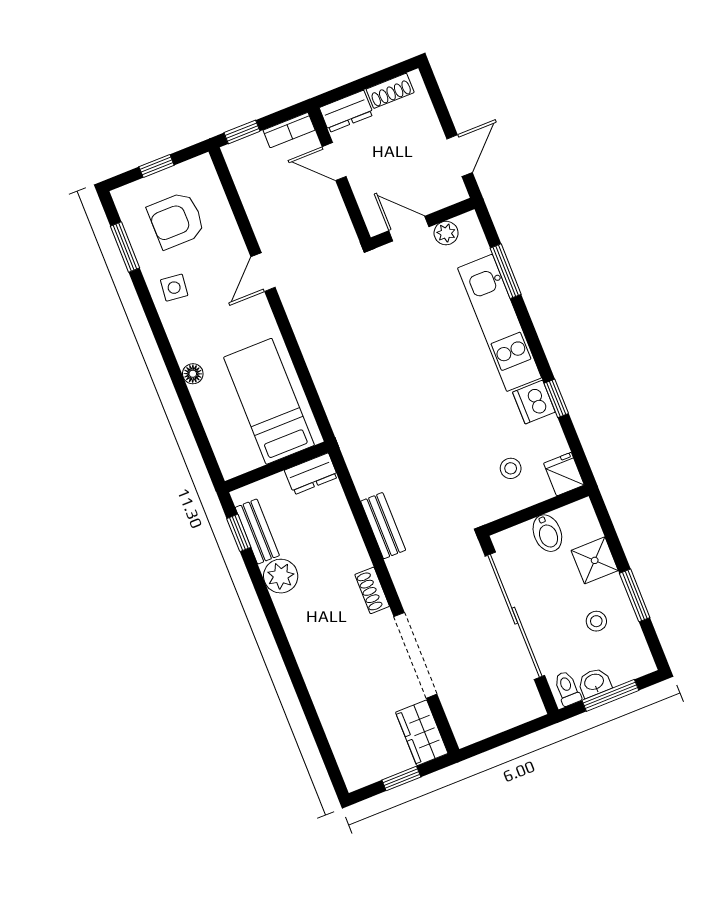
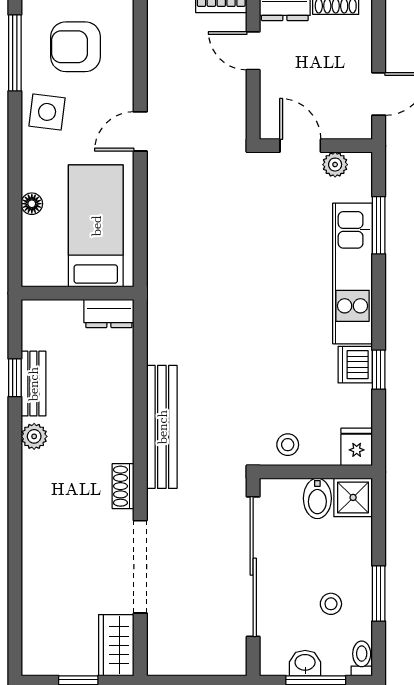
window: (125, 247) -> (15, 53), width x1.44
side table: (174, 288) -> (47, 112), width x1.37, depth x1.37
bed: (269, 401) -> (96, 226), moved
wall: (276, 467) -> (78, 293), moved
stool: (511, 468) -> (288, 445), moved
dresser: (311, 474) -> (109, 314), moved
bench: (383, 526) -> (162, 427), width x1.86, depth x1.21
shower: (595, 560) -> (353, 497), moved
plant: (281, 576) -> (34, 436), width x0.73, depth x0.73
toilet: (567, 688) -> (362, 658), moved

